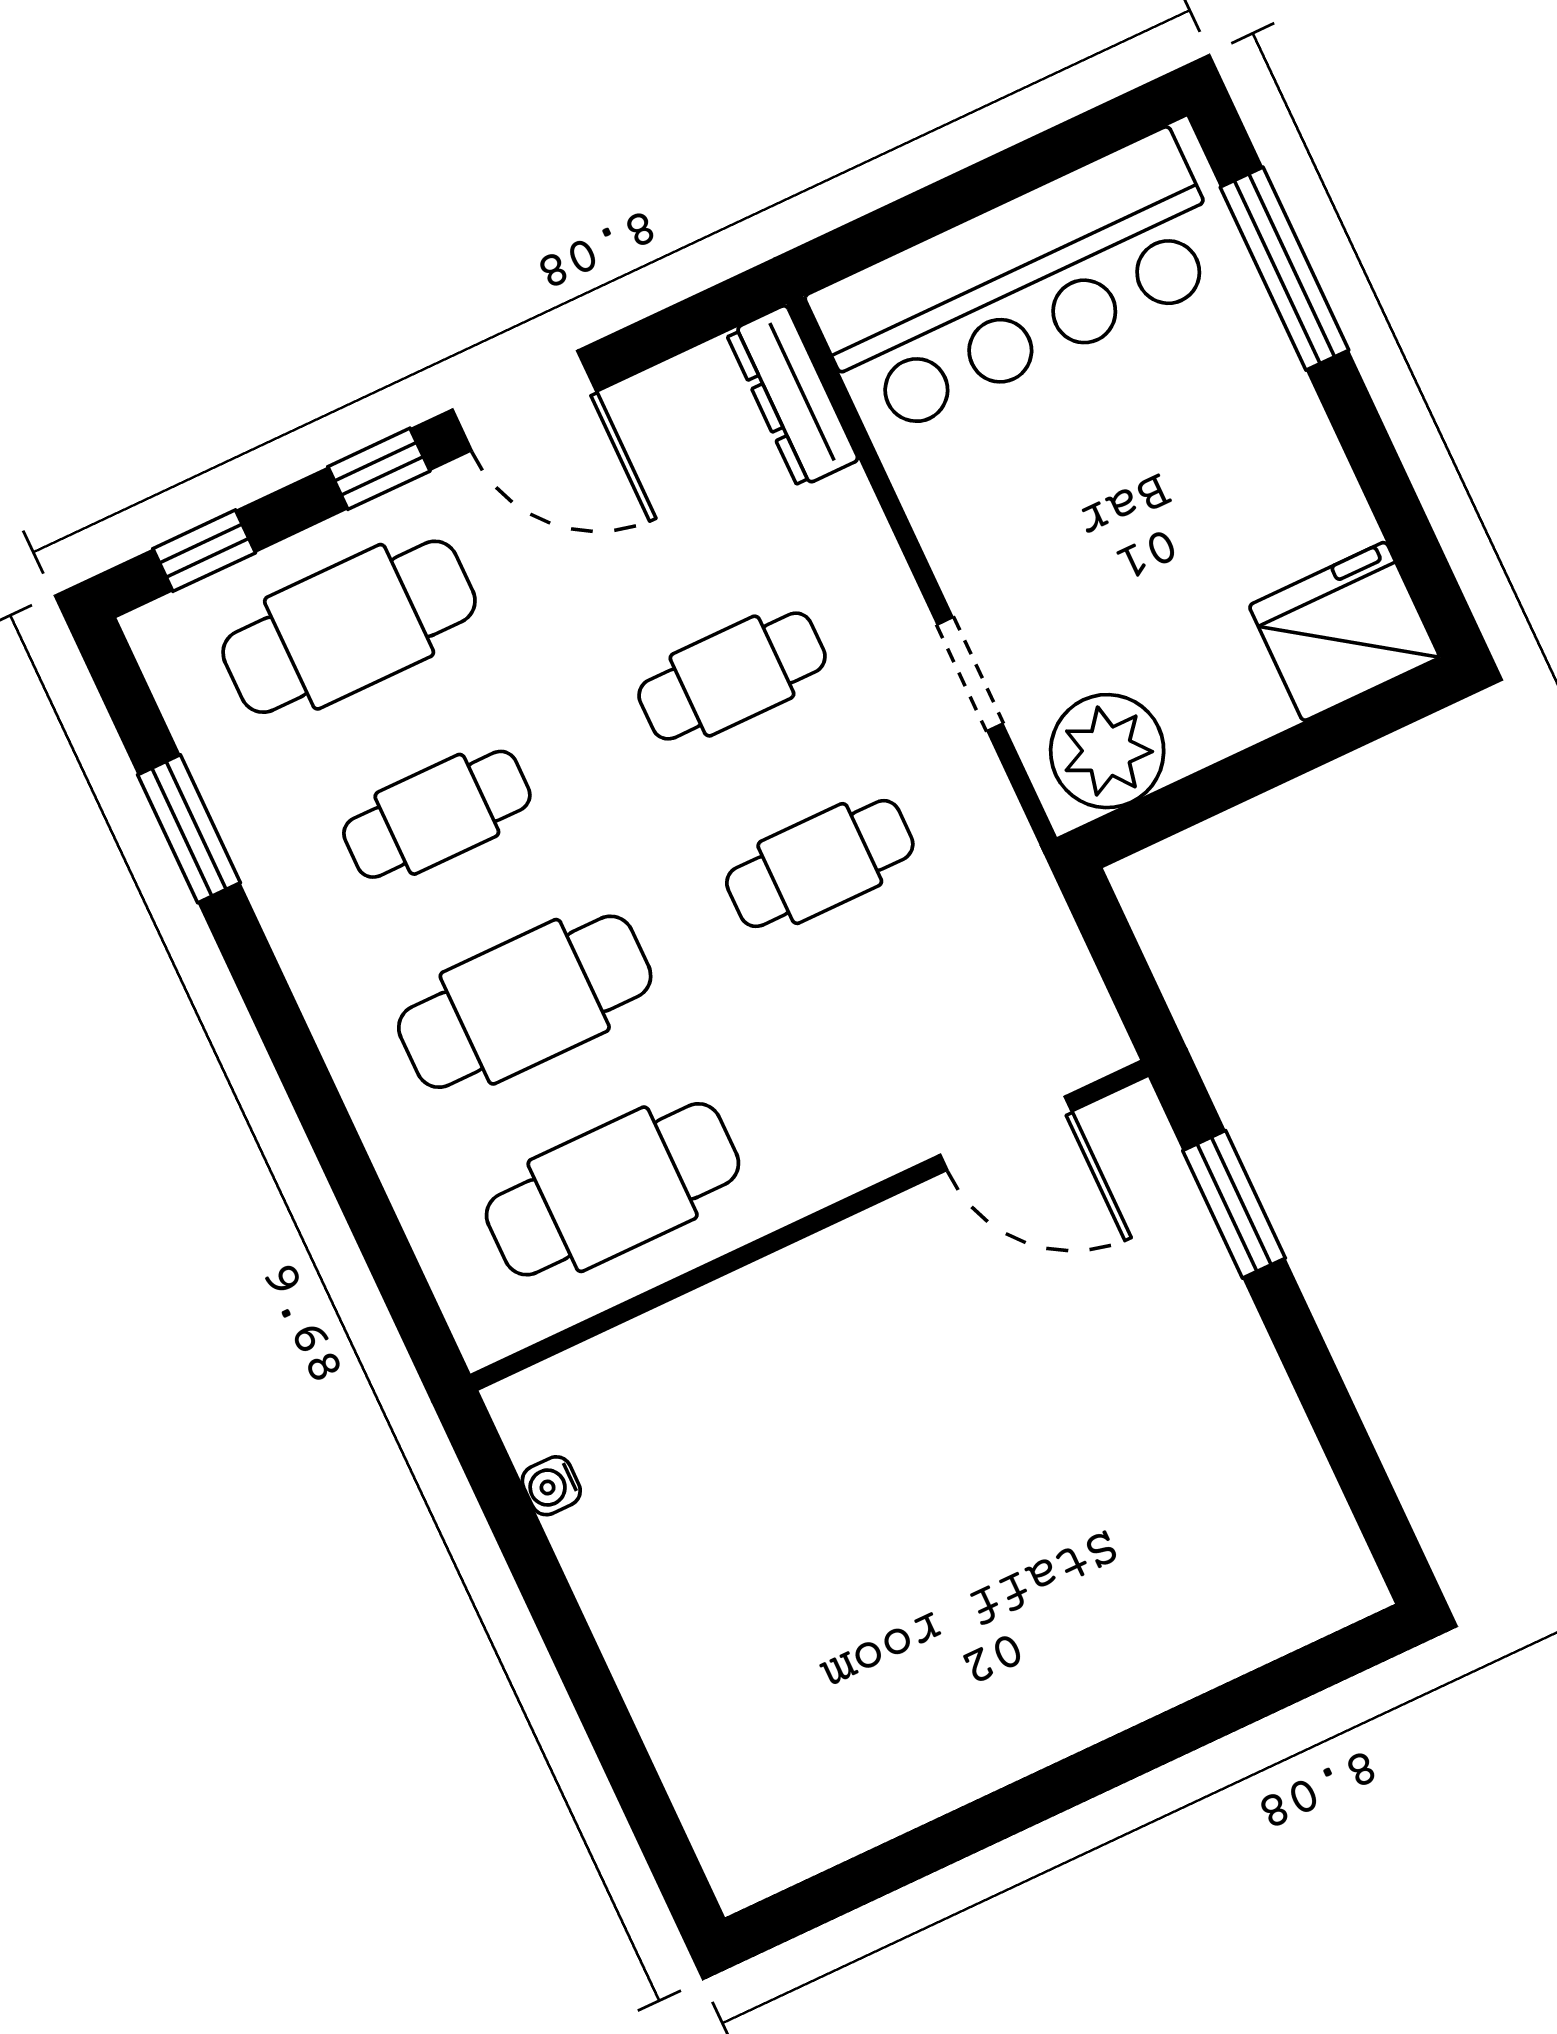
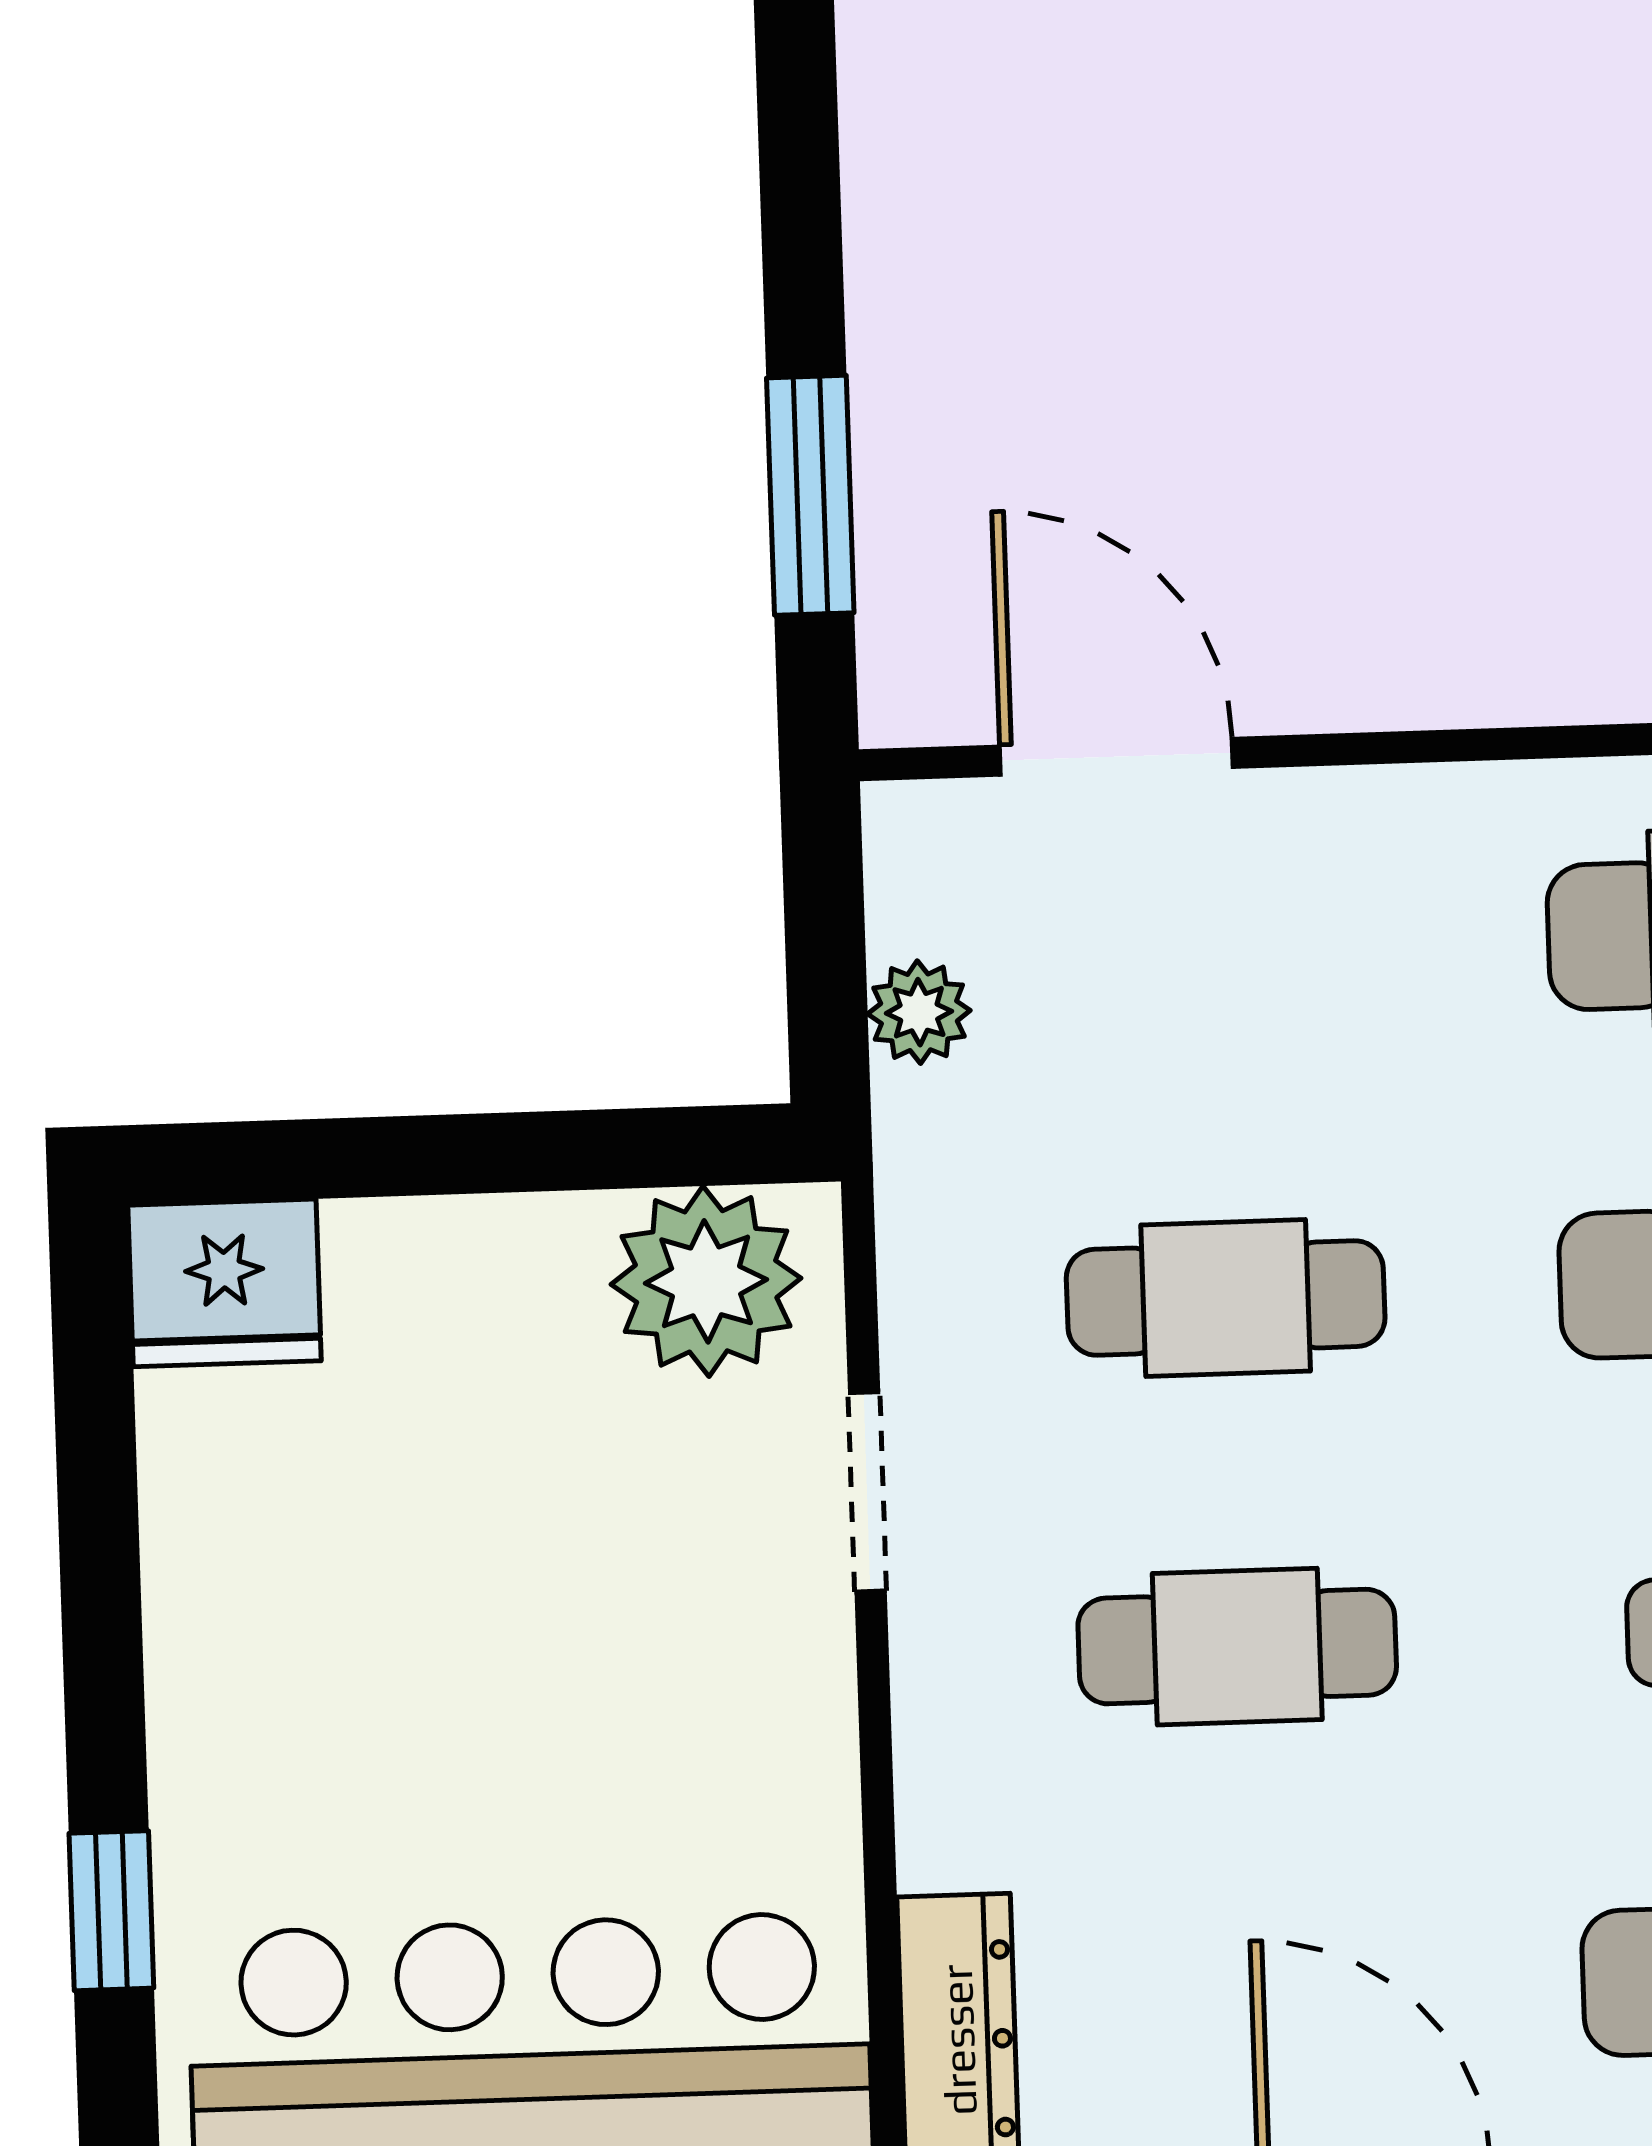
window: (1284, 269) -> (111, 1911), width x0.46
fridge: (1344, 631) -> (225, 1283), width x0.73, depth x0.75
plant: (1054, 948) -> (919, 1012), added

